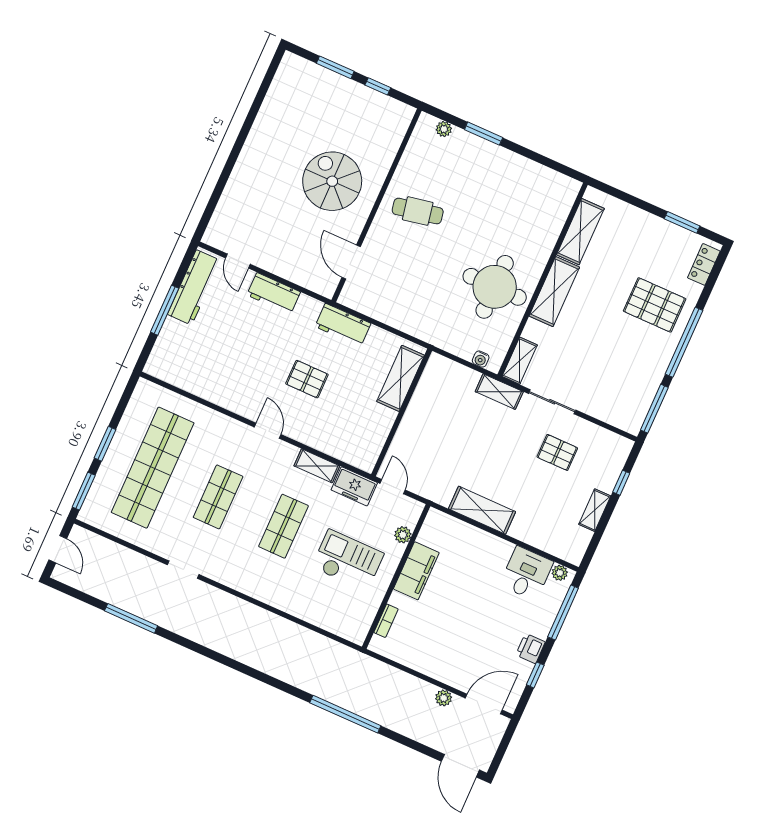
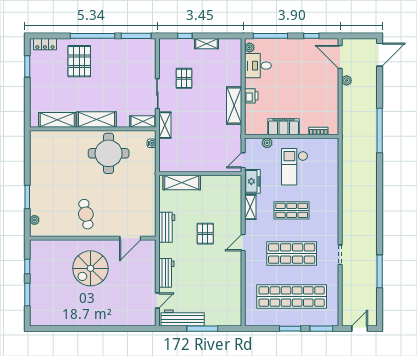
shop shelf: (218, 497) -> (292, 253), width x1.43, depth x1.36
printer: (530, 648) -> (251, 96), moved, turned -90

